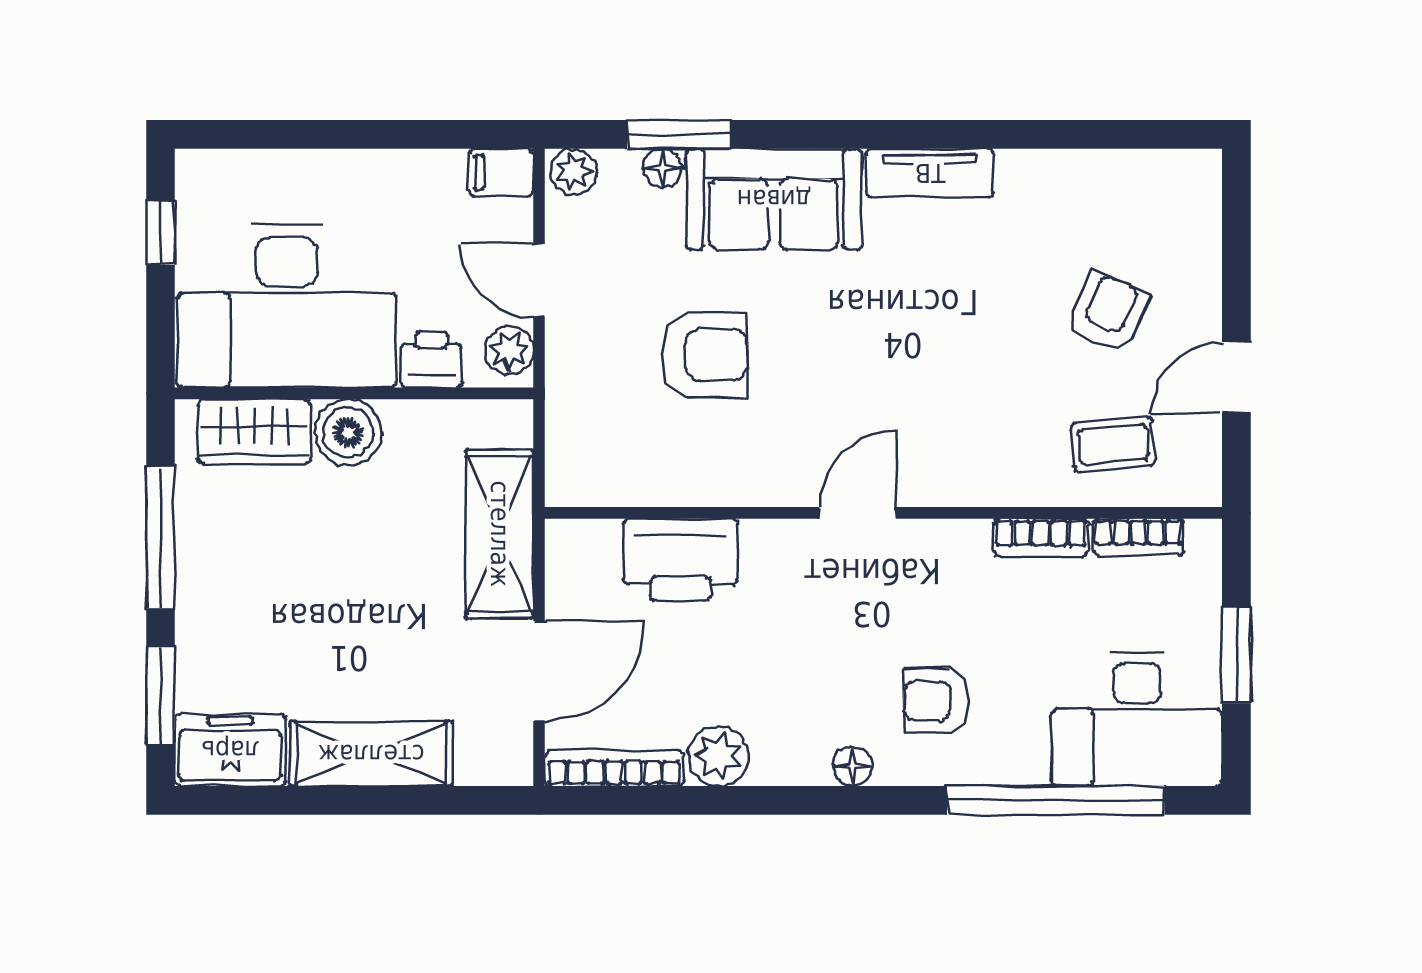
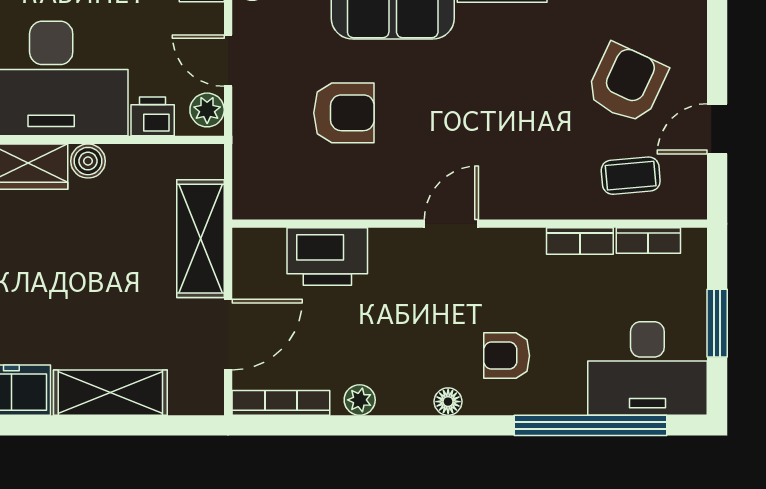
armchair: (1107, 313) -> (627, 83), width x1.38, depth x1.38
boiler: (348, 432) -> (88, 161), width x0.73, depth x0.73
plant: (718, 756) -> (360, 400), width x0.73, depth x0.73

